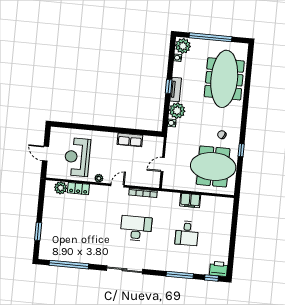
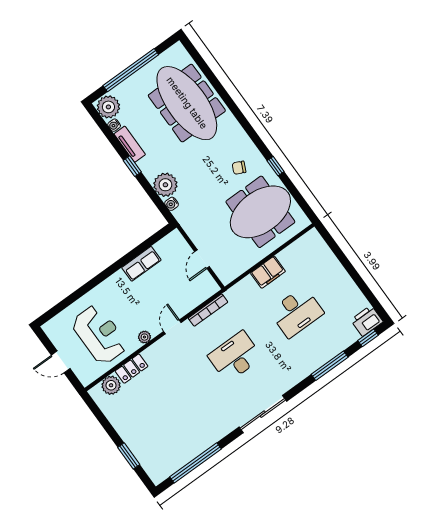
tv unit: (176, 89) -> (130, 144), moved
reception desk: (77, 157) -> (99, 334), turned 180
desk: (187, 233) -> (296, 312), width x1.37

